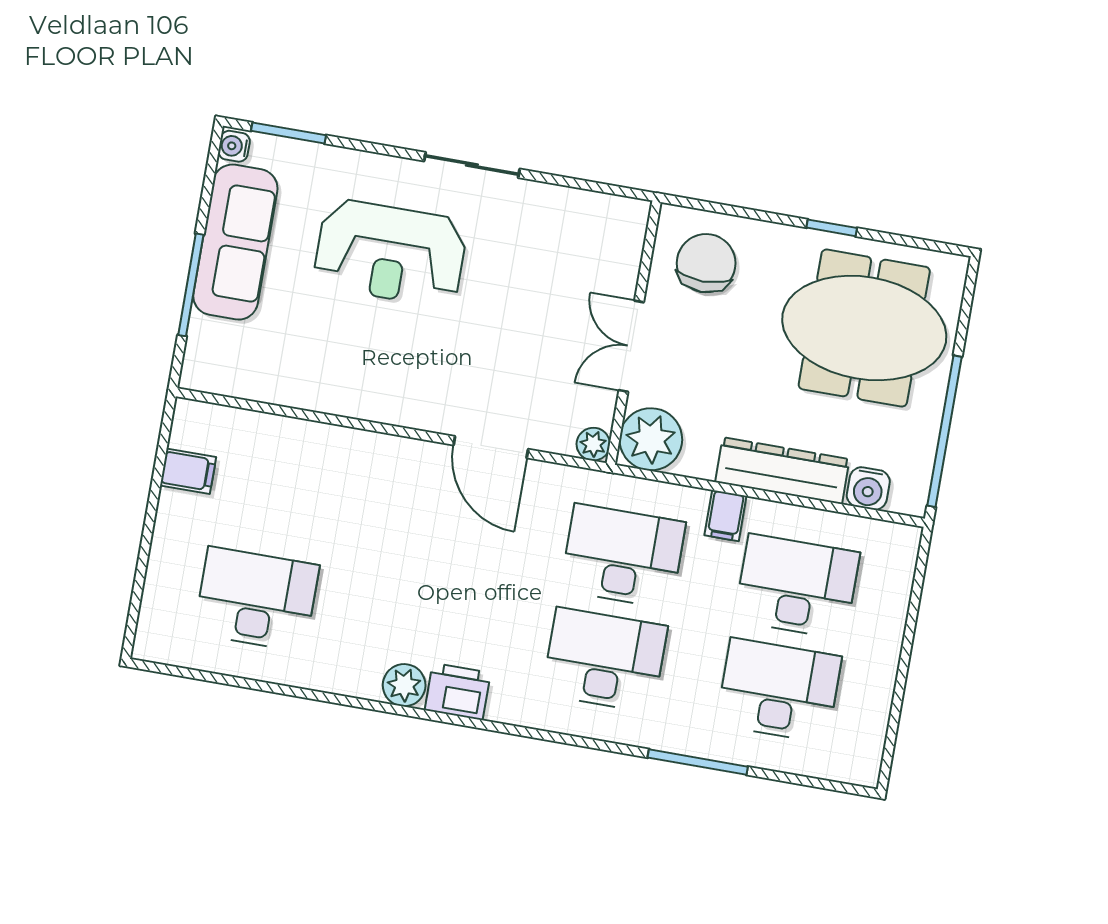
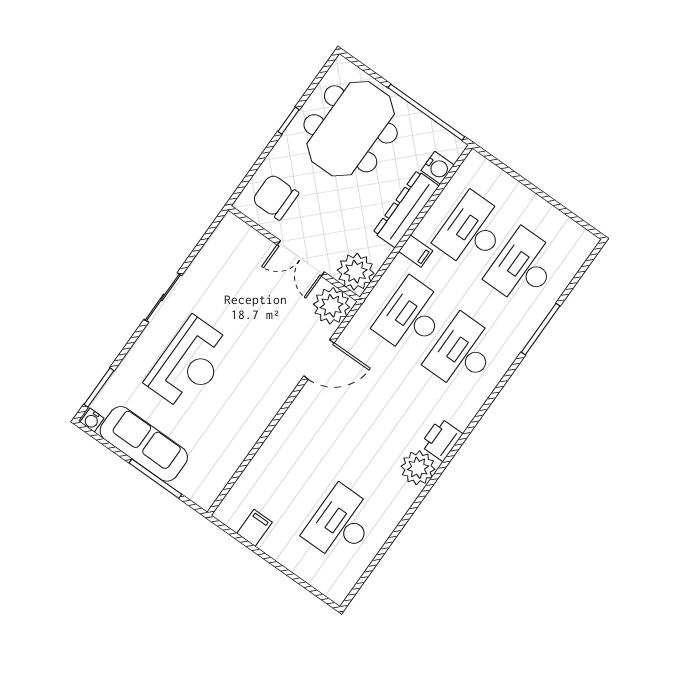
plant: (593, 444) -> (332, 306), width x1.87, depth x1.87
plant: (404, 685) -> (418, 468), width x1.36, depth x1.36

